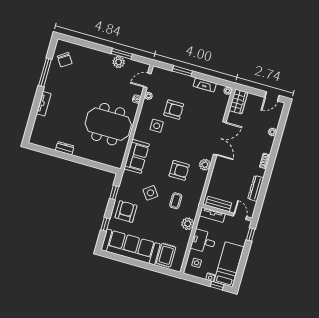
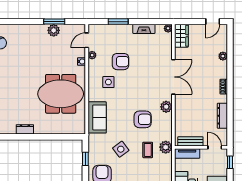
plant: (188, 224) -> (166, 147), moved

